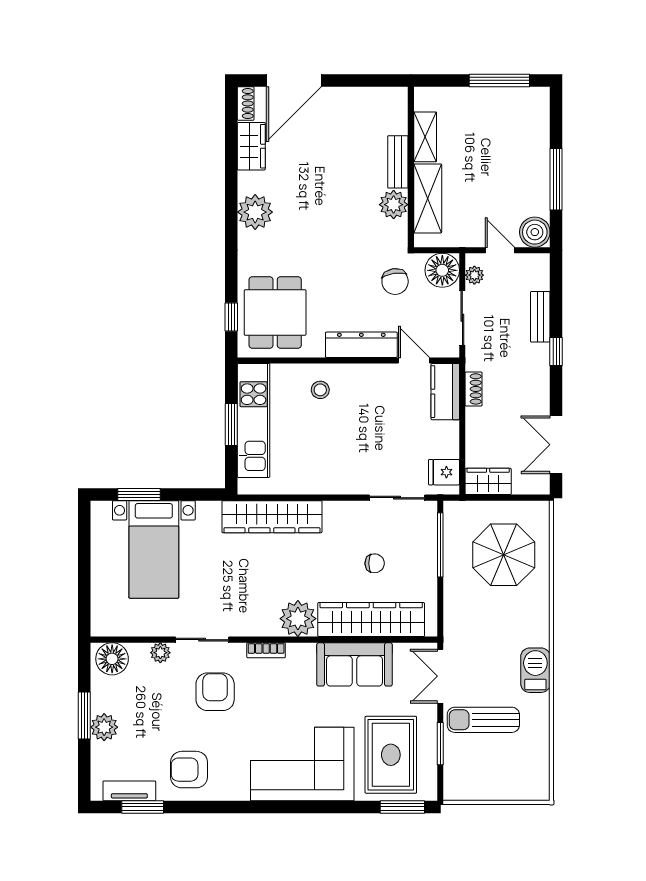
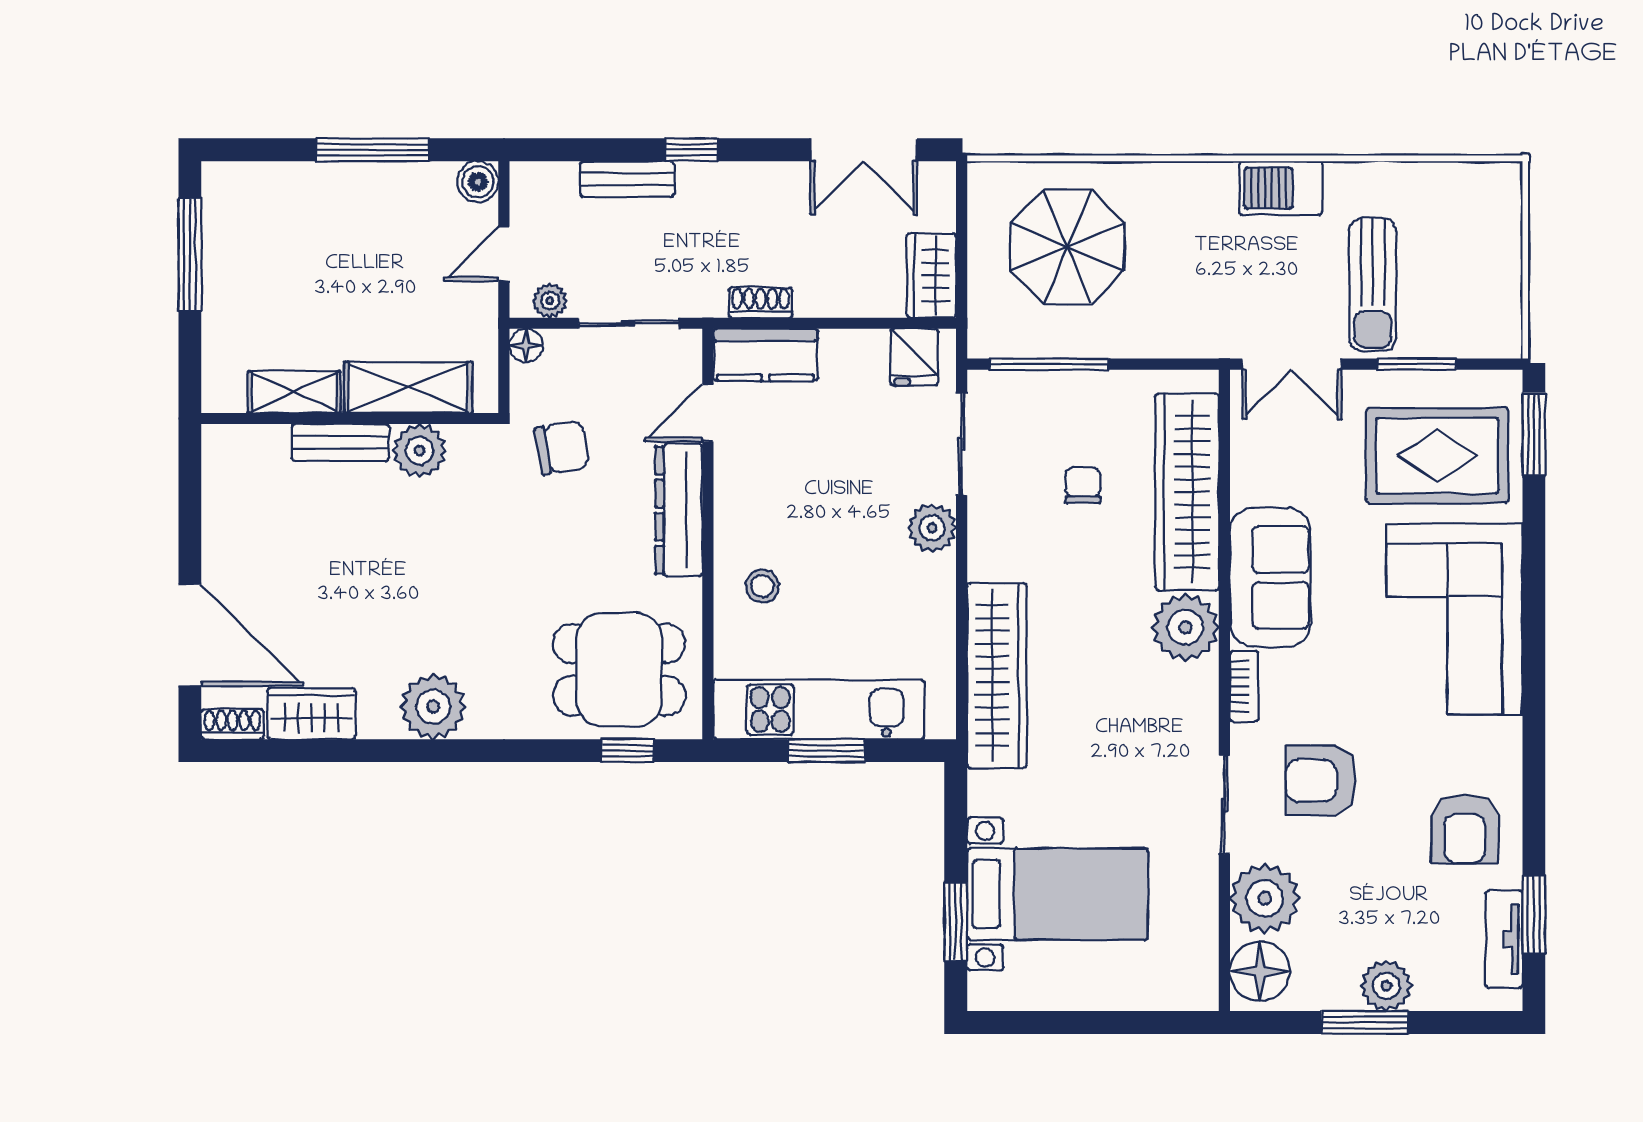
boiler: (535, 232) -> (478, 182), width x0.73, depth x0.73
floor lamp: (442, 270) -> (526, 346), width x0.53, depth x0.53
plant: (352, 482) -> (932, 528), added
plant: (160, 653) -> (1265, 898), width x1.87, depth x1.87
sofa: (355, 664) -> (1270, 577), moved

